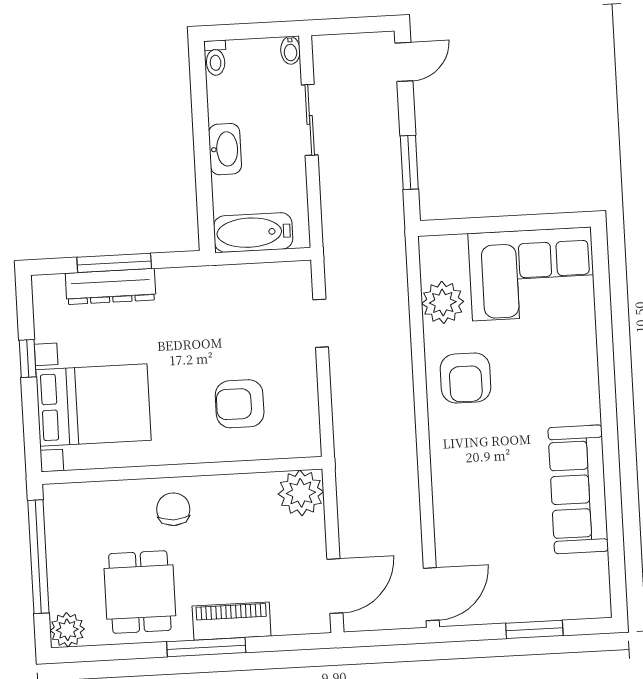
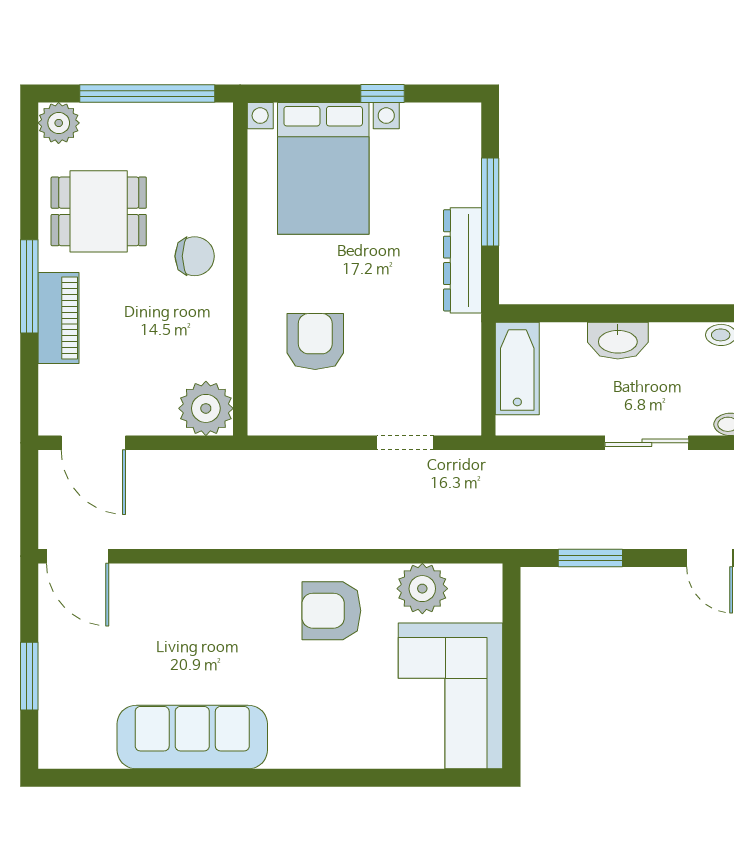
dresser: (111, 287) -> (462, 260), moved

